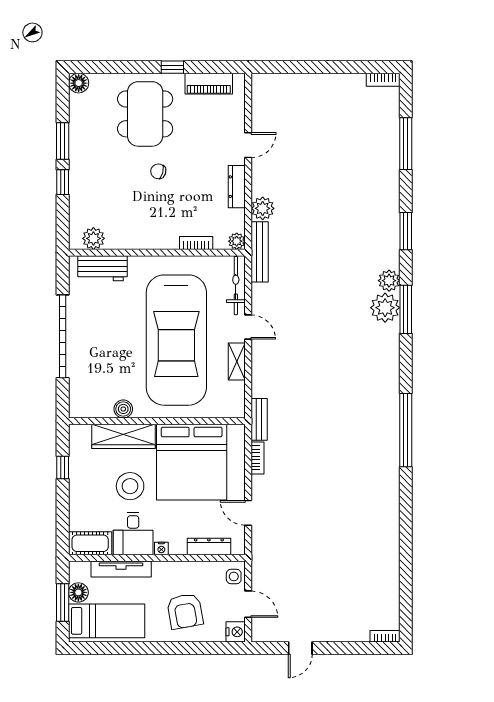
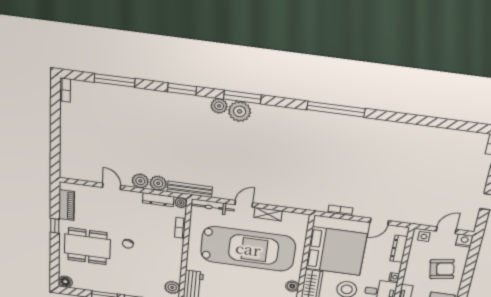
plant: (262, 184) -> (140, 181), added
dresser: (237, 187) -> (158, 200), moved
bench: (259, 419) -> (312, 206), removed

